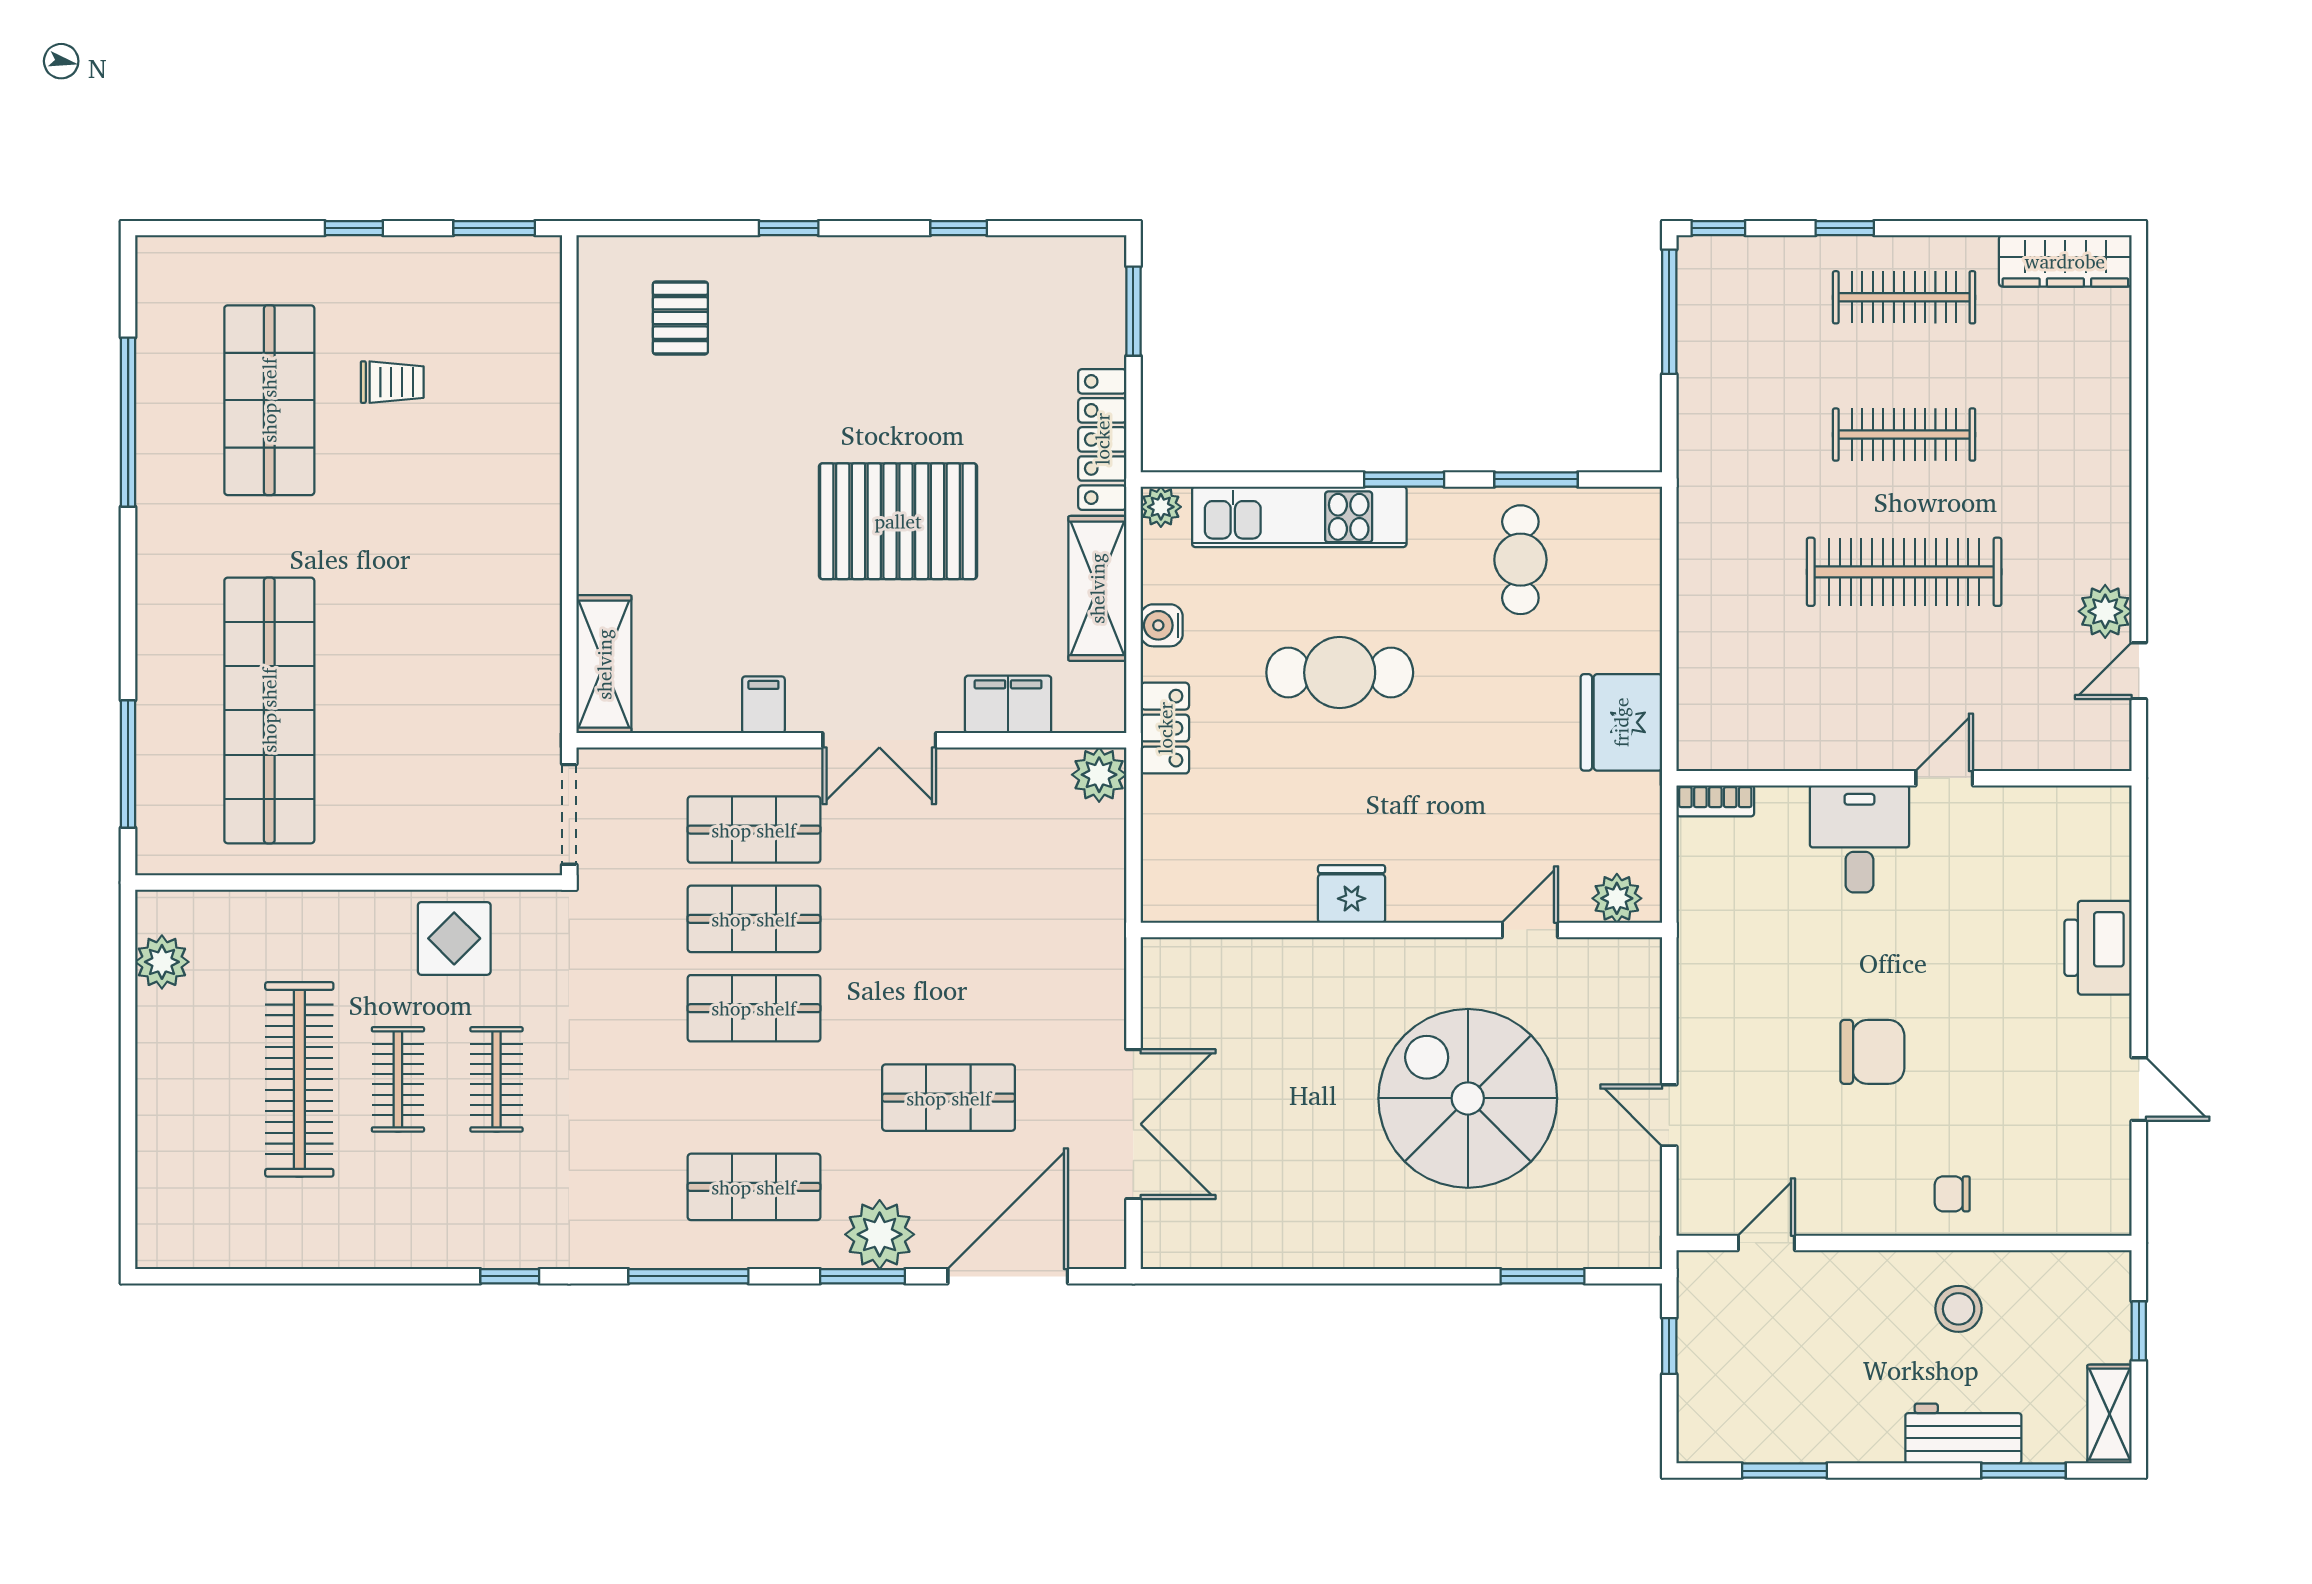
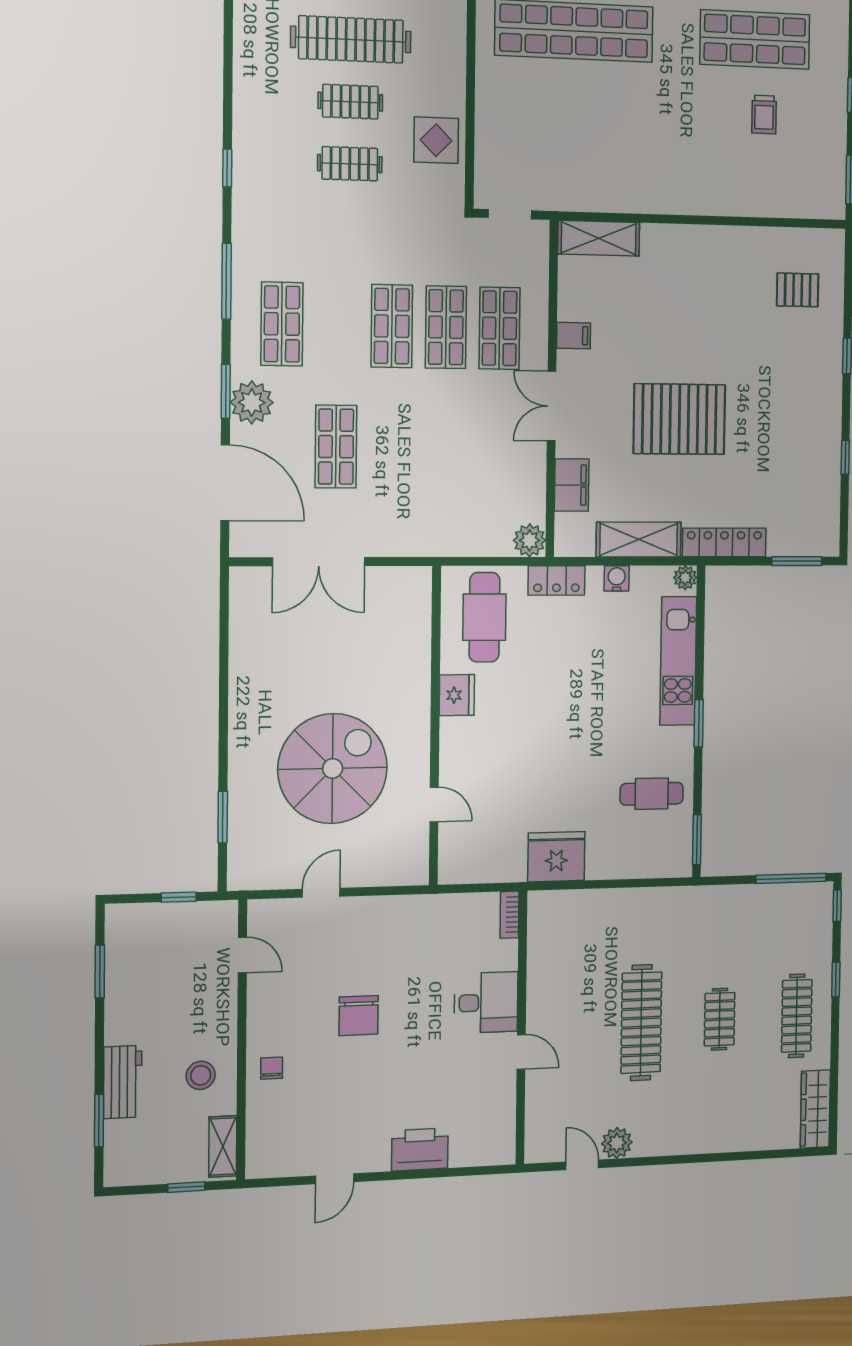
clothes rail: (1904, 435) -> (720, 1019), width x0.73
window: (1536, 479) -> (697, 840), moved
pallet: (898, 521) -> (679, 419), turned 90
cafe table: (1340, 673) -> (484, 617), moved
doorway: (569, 814) -> (510, 214), width x0.73
plant: (1617, 898) -> (452, 857), removed
shelving: (2109, 1414) -> (223, 1146), moved, turned 90

